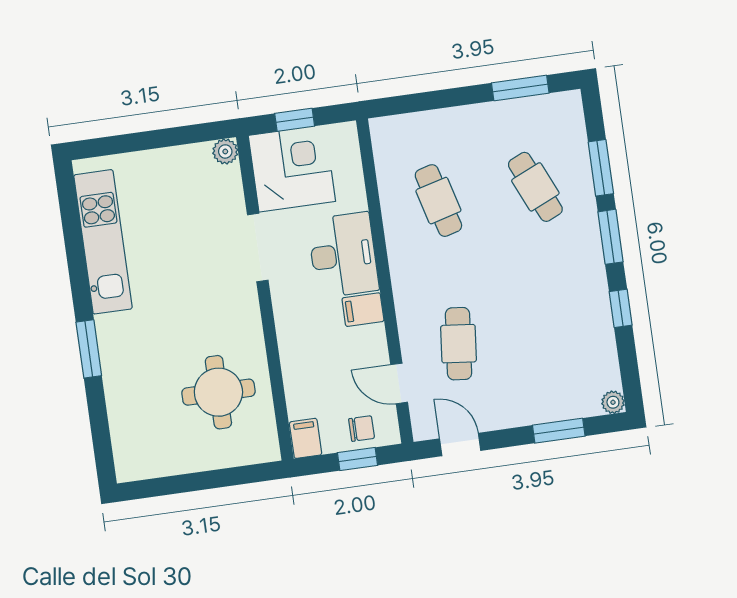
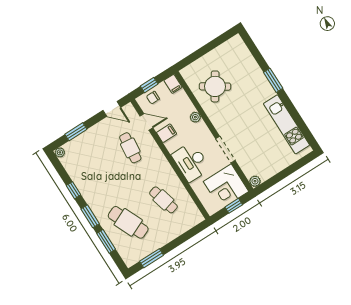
cafe table: (535, 187) -> (128, 222), width x1.37, depth x1.35
filing cabinet: (363, 310) -> (167, 133), moved
plant: (290, 346) -> (195, 117), added
round table: (218, 392) -> (215, 86), turned 33

